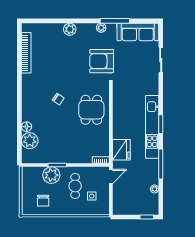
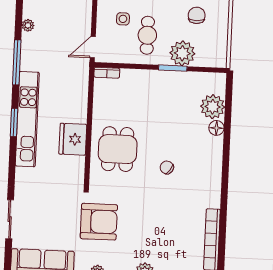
fridge: (121, 150) -> (73, 139), moved

